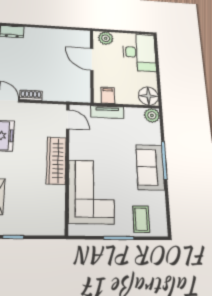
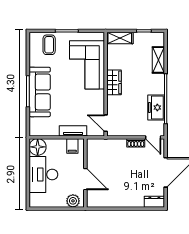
desk: (139, 52) -> (43, 175), moved
plant: (152, 115) -> (36, 130), removed
wardrobe: (56, 160) -> (114, 82), width x0.67
sofa: (150, 167) -> (40, 92), width x1.36
shelving: (47, 227) -> (120, 38), added

